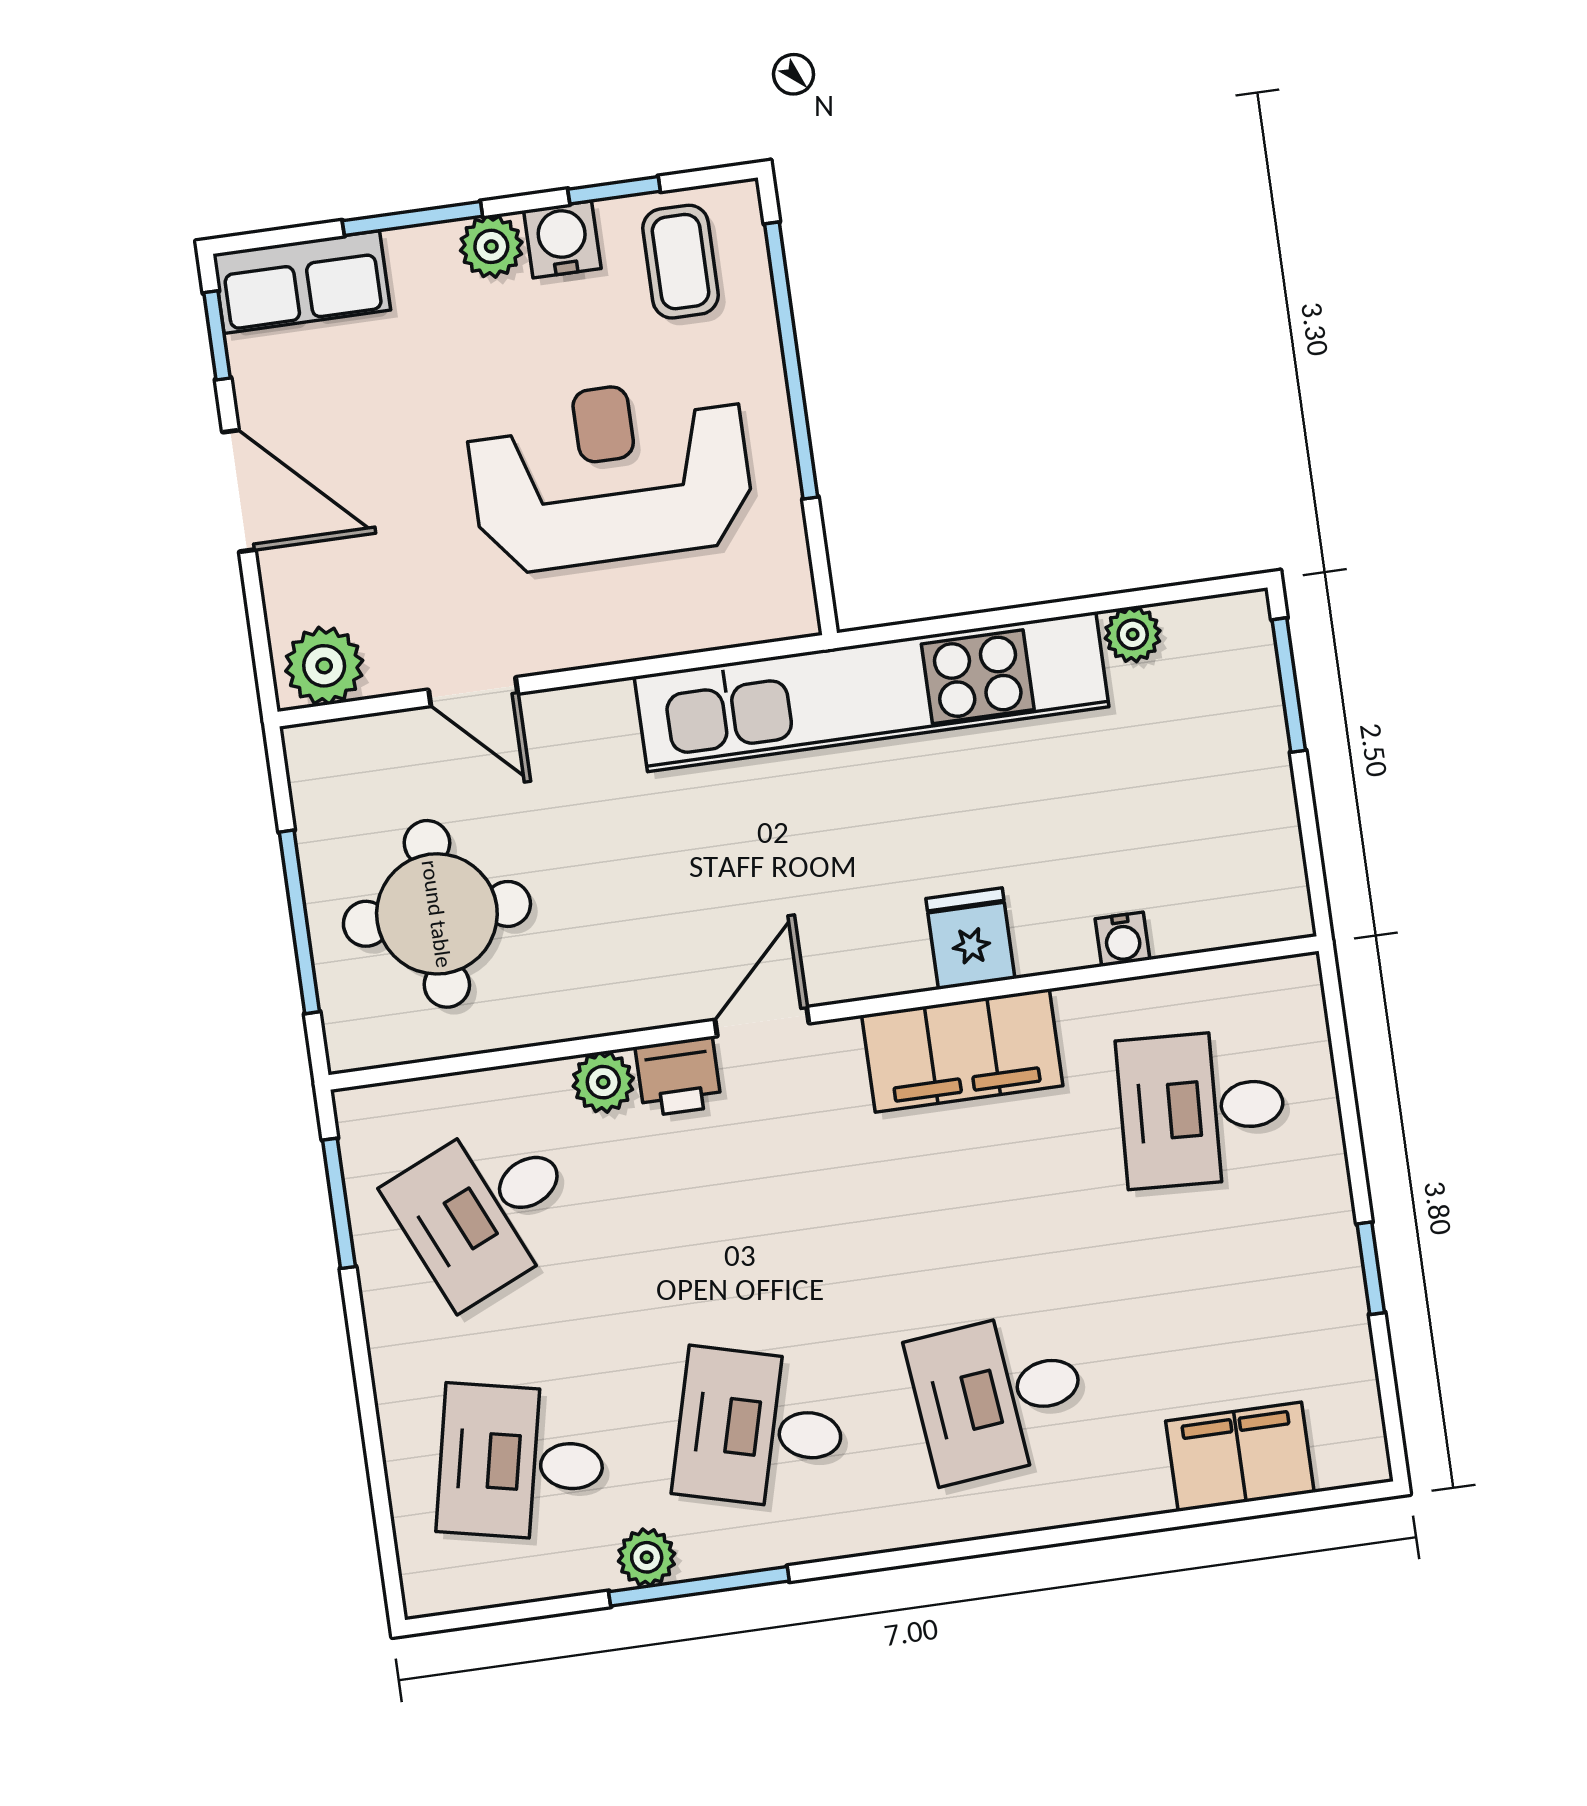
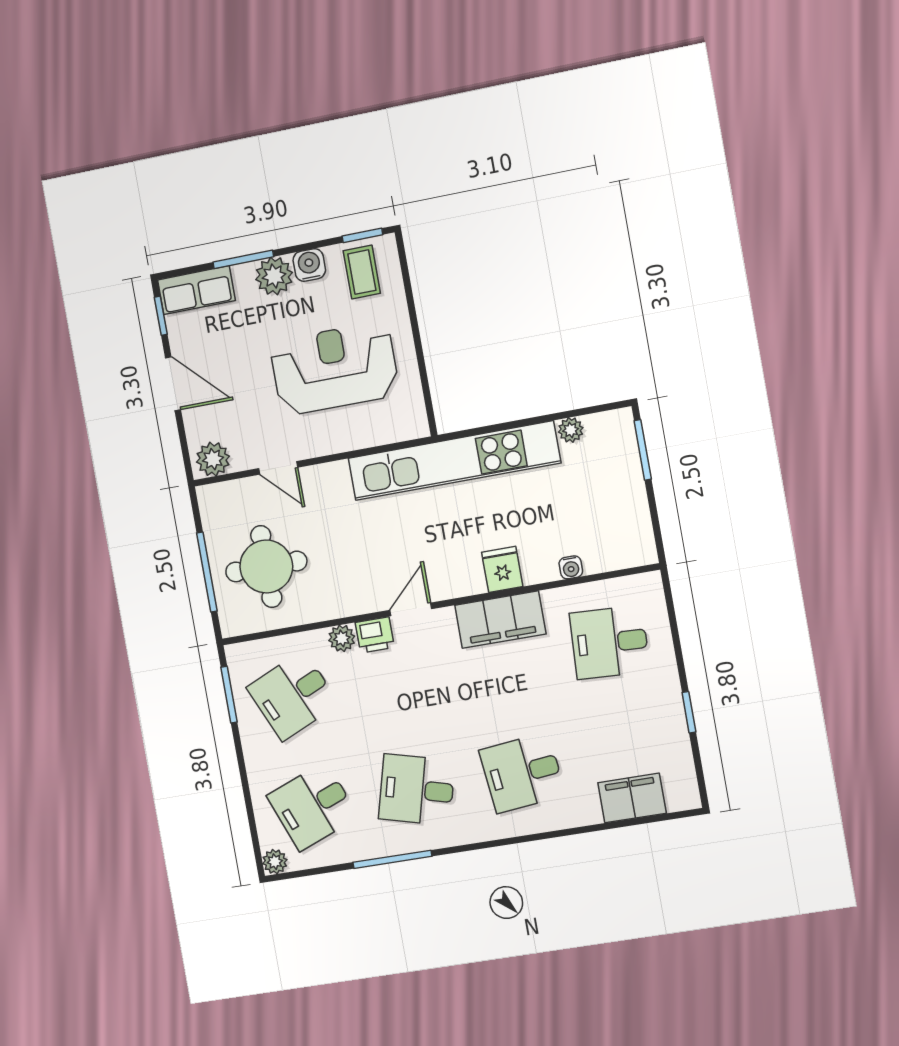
window: (614, 190) -> (362, 235), moved
plant: (491, 246) -> (274, 276), width x1.38, depth x1.38
window: (791, 360) -> (413, 314), removed
desk: (522, 1463) -> (313, 806), turned -33
plant: (647, 1557) -> (275, 862), moved

